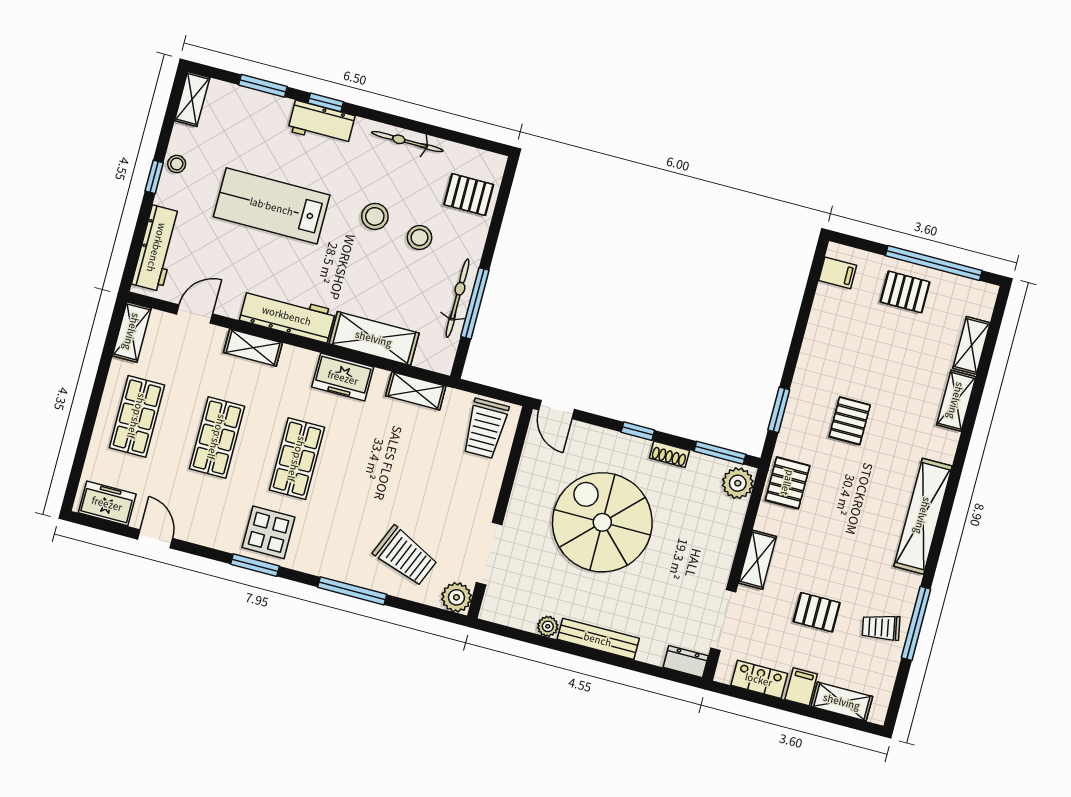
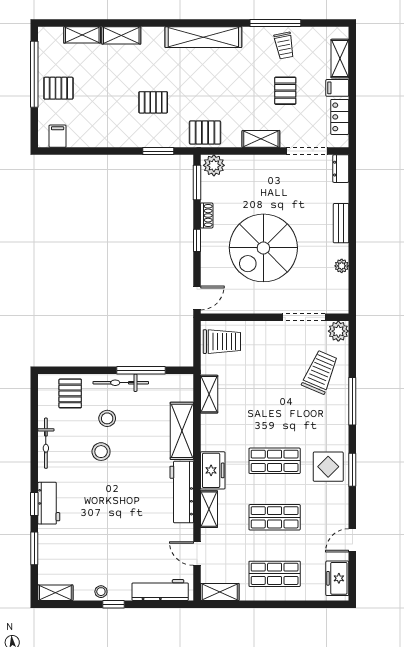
lab bench: (272, 206) -> (112, 522), removed
pallet: (905, 292) -> (58, 88), turned 90
bicycle: (457, 298) -> (121, 383), moved
freezer: (343, 377) -> (213, 470), moved
bench: (598, 639) -> (341, 223), width x0.73

